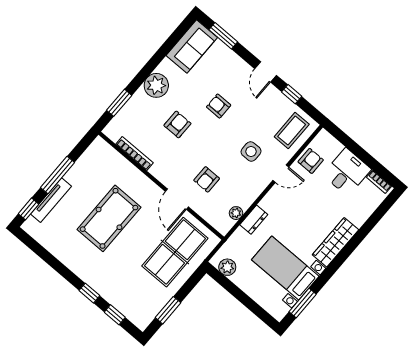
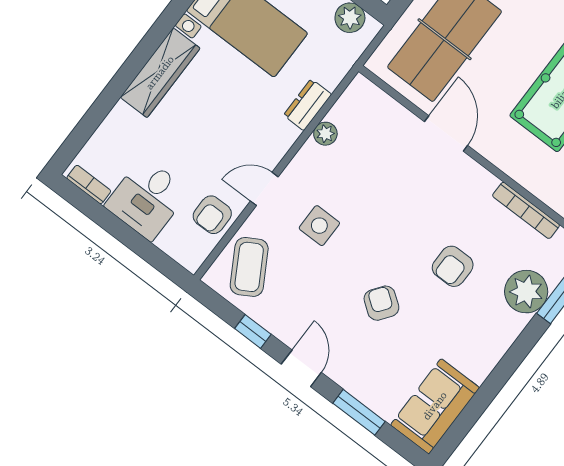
window: (223, 36) -> (359, 412), moved
plant: (156, 85) -> (526, 292), moved
armchair: (219, 106) -> (381, 303), turned -144
coffee table: (292, 130) -> (249, 267), turned -30
armchair: (207, 179) -> (395, 172), removed
plant: (236, 213) -> (325, 134), moved

